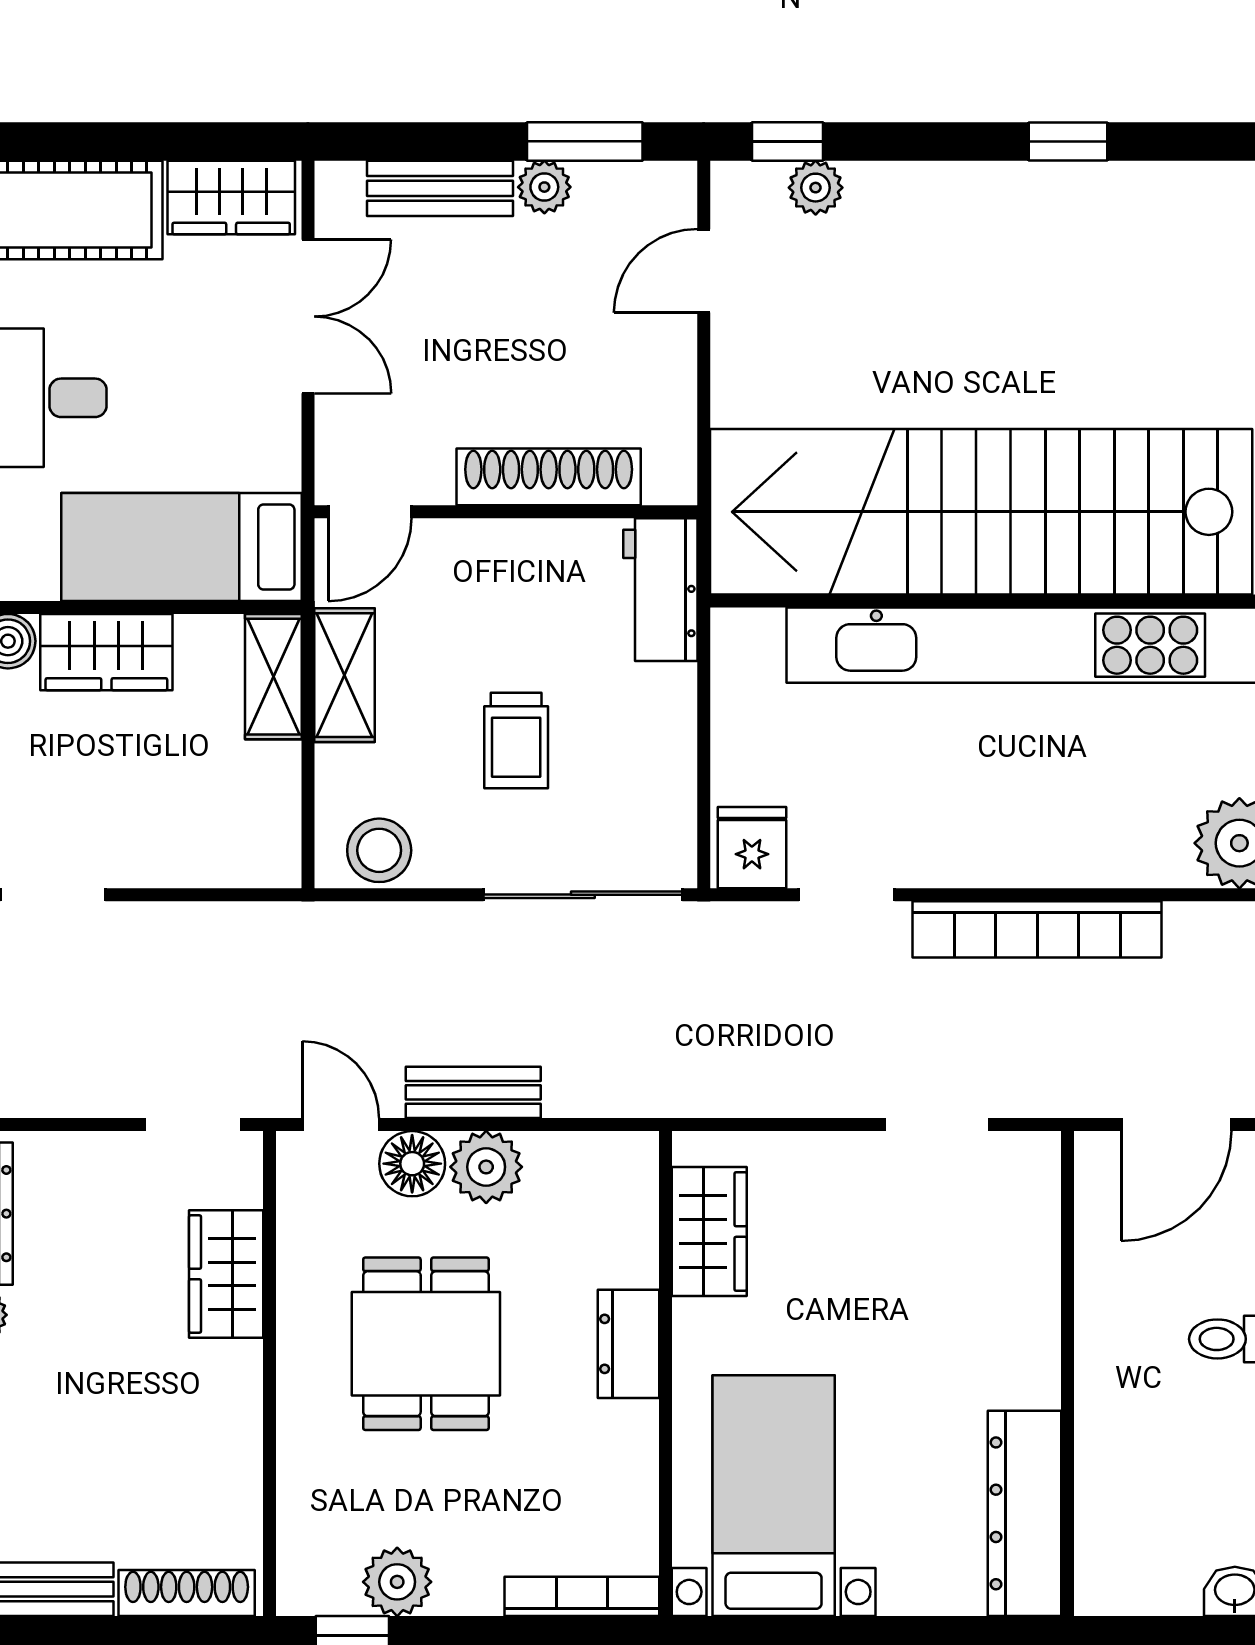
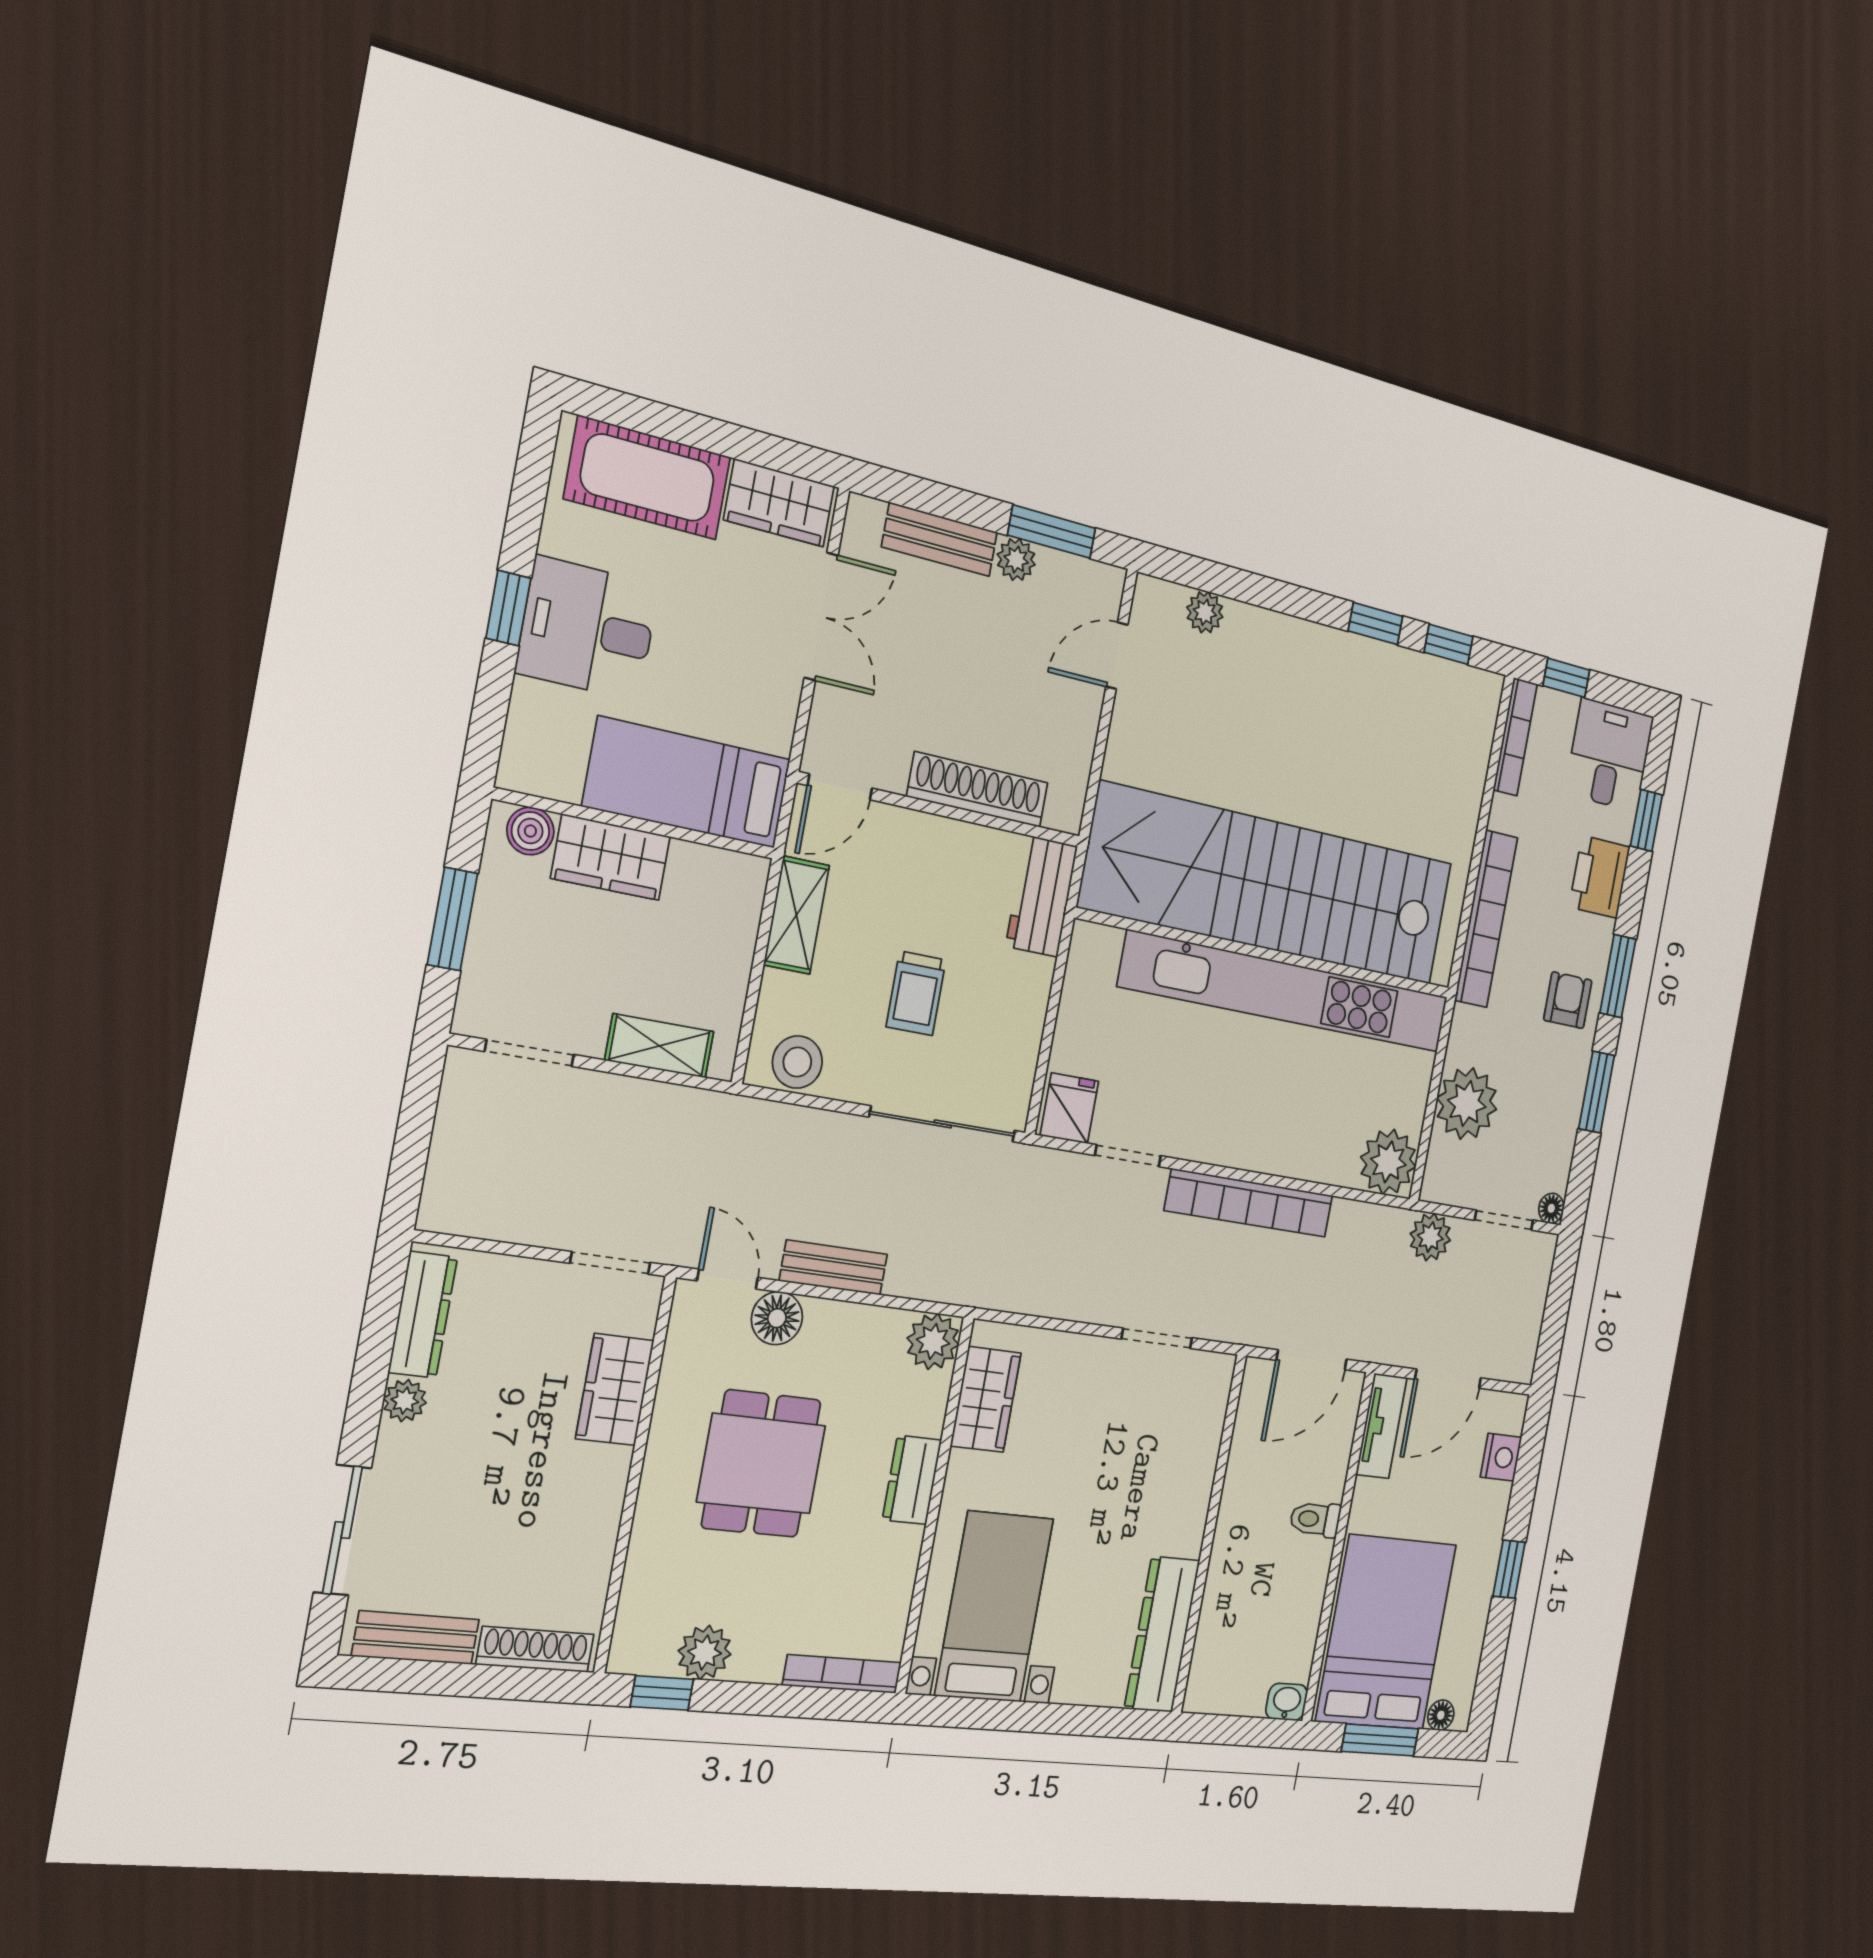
window: (787, 141) -> (1449, 644), moved
shelving: (273, 677) -> (659, 1046), moved, turned 90
plant: (486, 1167) -> (933, 1341), moved

